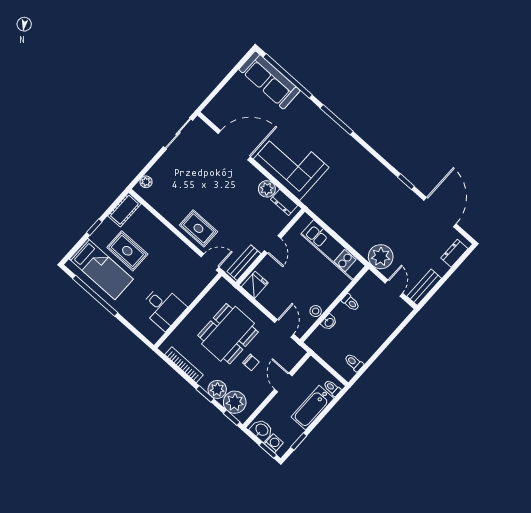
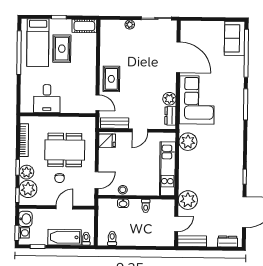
sofa: (269, 80) -> (235, 38), width x0.73
plant: (146, 182) -> (130, 25), moved
plant: (324, 207) -> (188, 142), added

